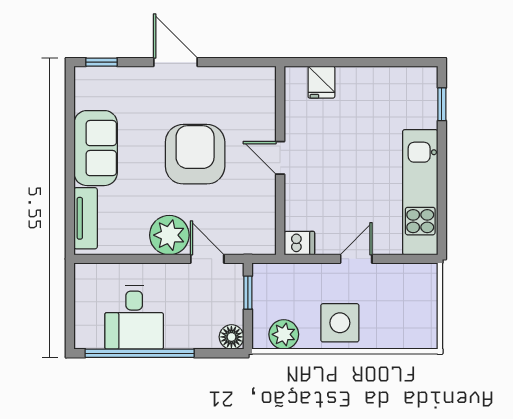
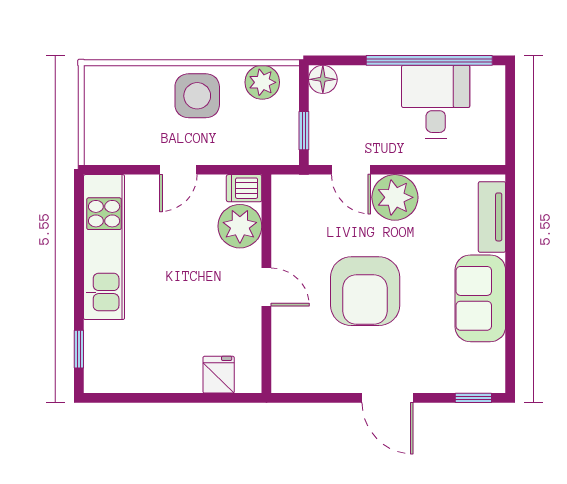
plant: (303, 210) -> (240, 226), added

